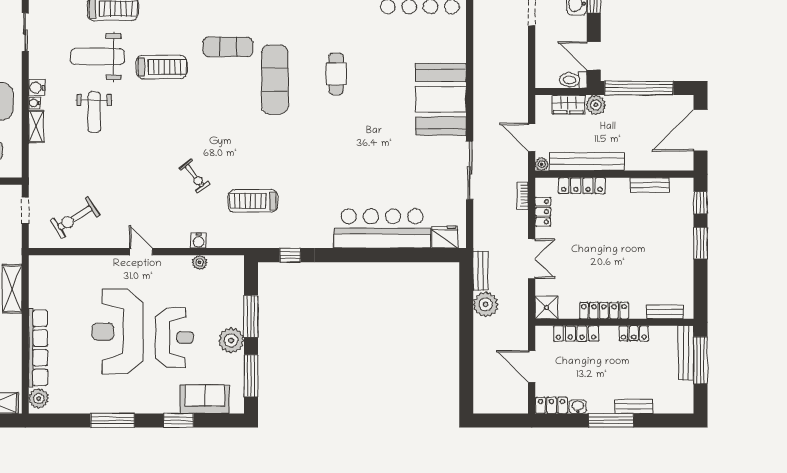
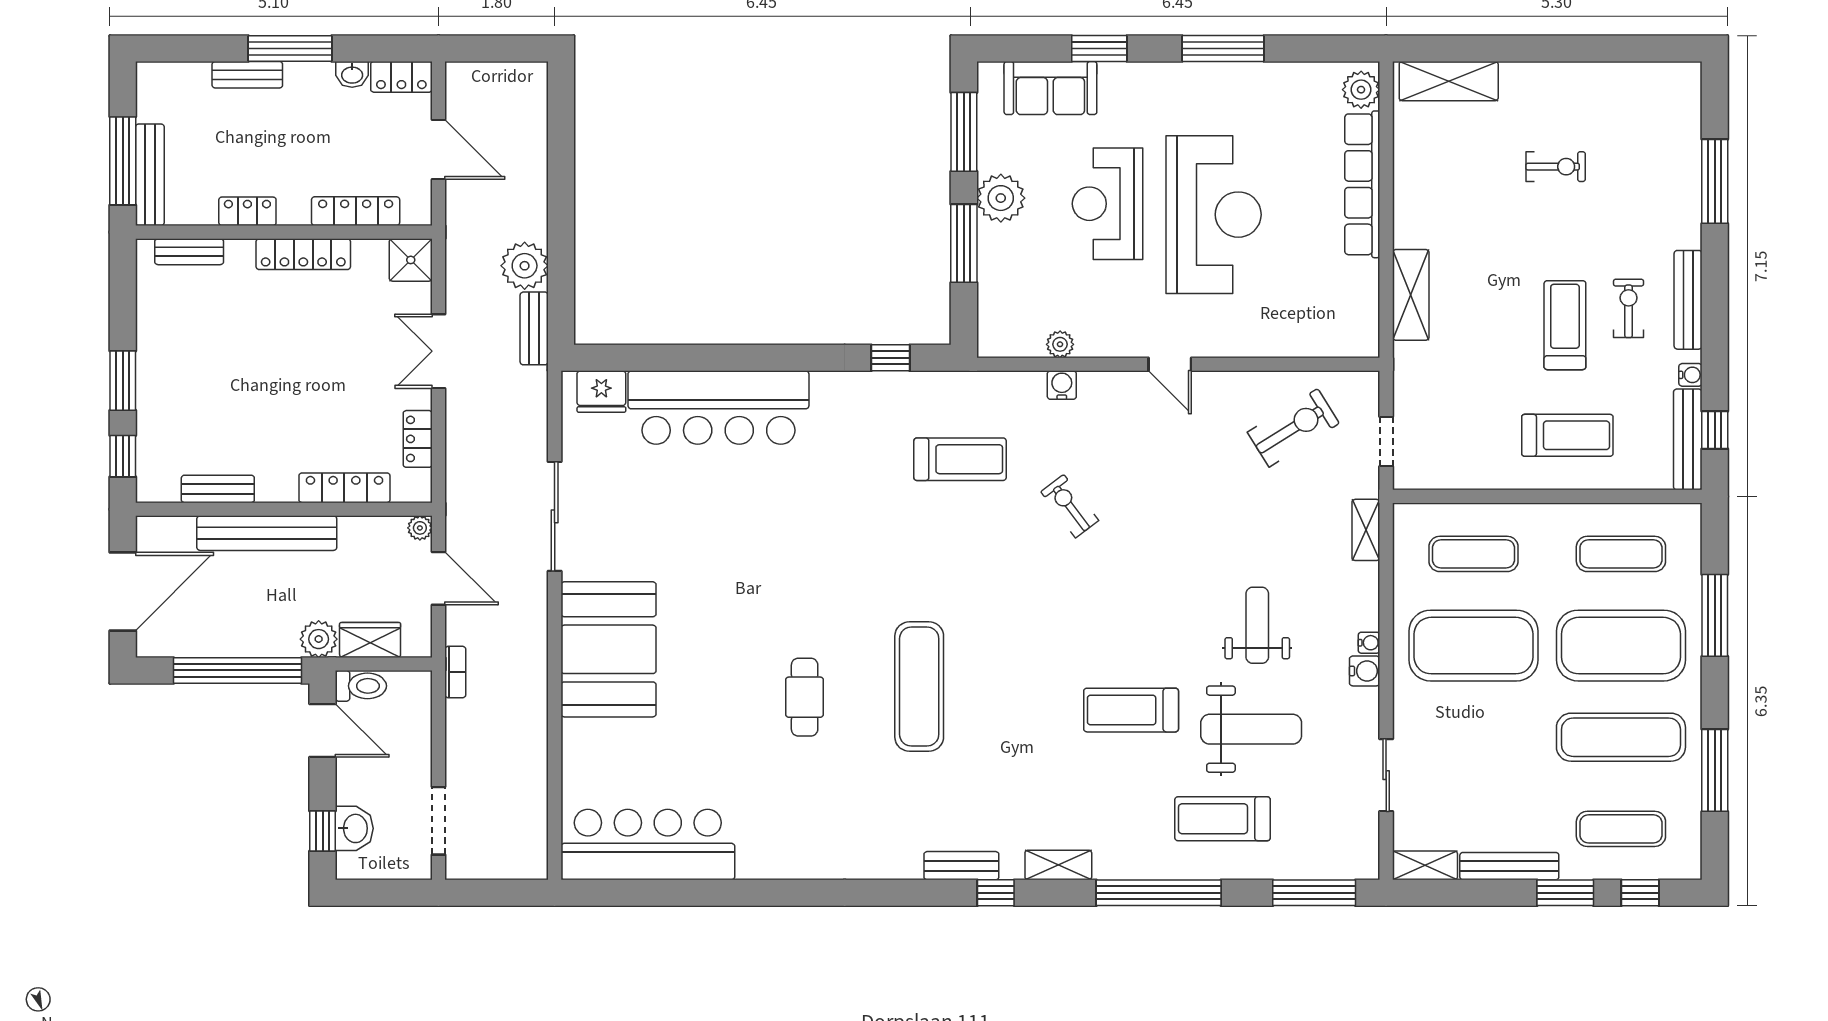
exercise mat: (228, 47) -> (1007, 747), removed
shelving: (36, 126) -> (1366, 530), moved
bench: (587, 161) -> (267, 533), moved
bookcase: (523, 196) -> (455, 672), moved

